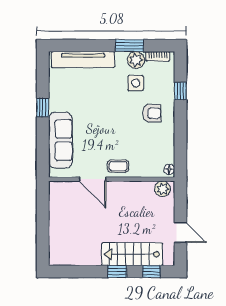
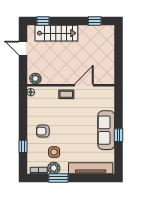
sofa: (60, 140) -> (106, 130), moved
door: (93, 179) -> (84, 85), hinge flipped
window: (117, 272) -> (95, 21), moved

